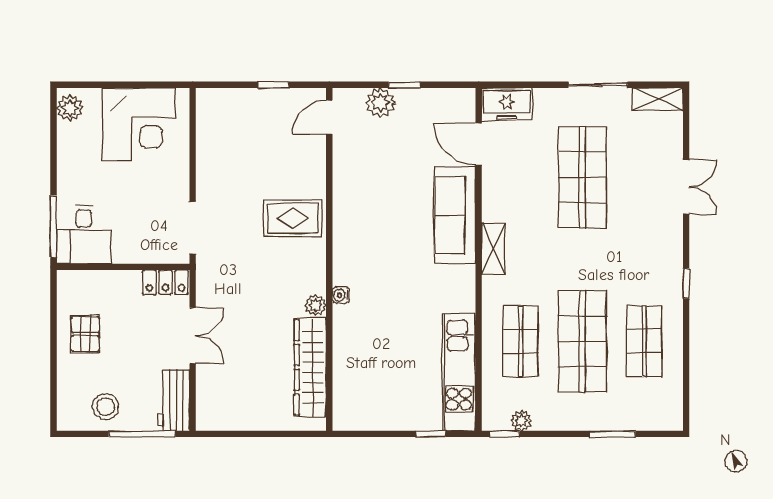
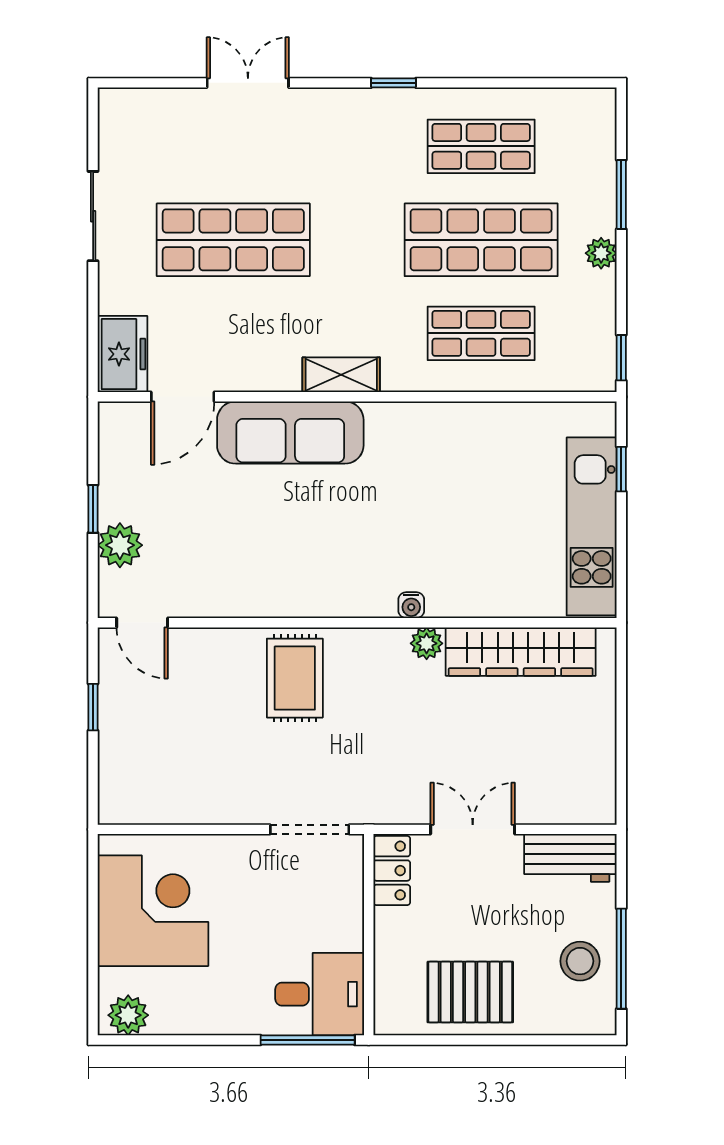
shelving: (658, 99) -> (115, 126), removed
pallet: (85, 334) -> (470, 992), width x1.50, depth x1.42
kitchen unit: (459, 372) -> (592, 526), moved, turned 90
plant: (521, 421) -> (601, 253), moved
window: (142, 434) -> (621, 959), moved

